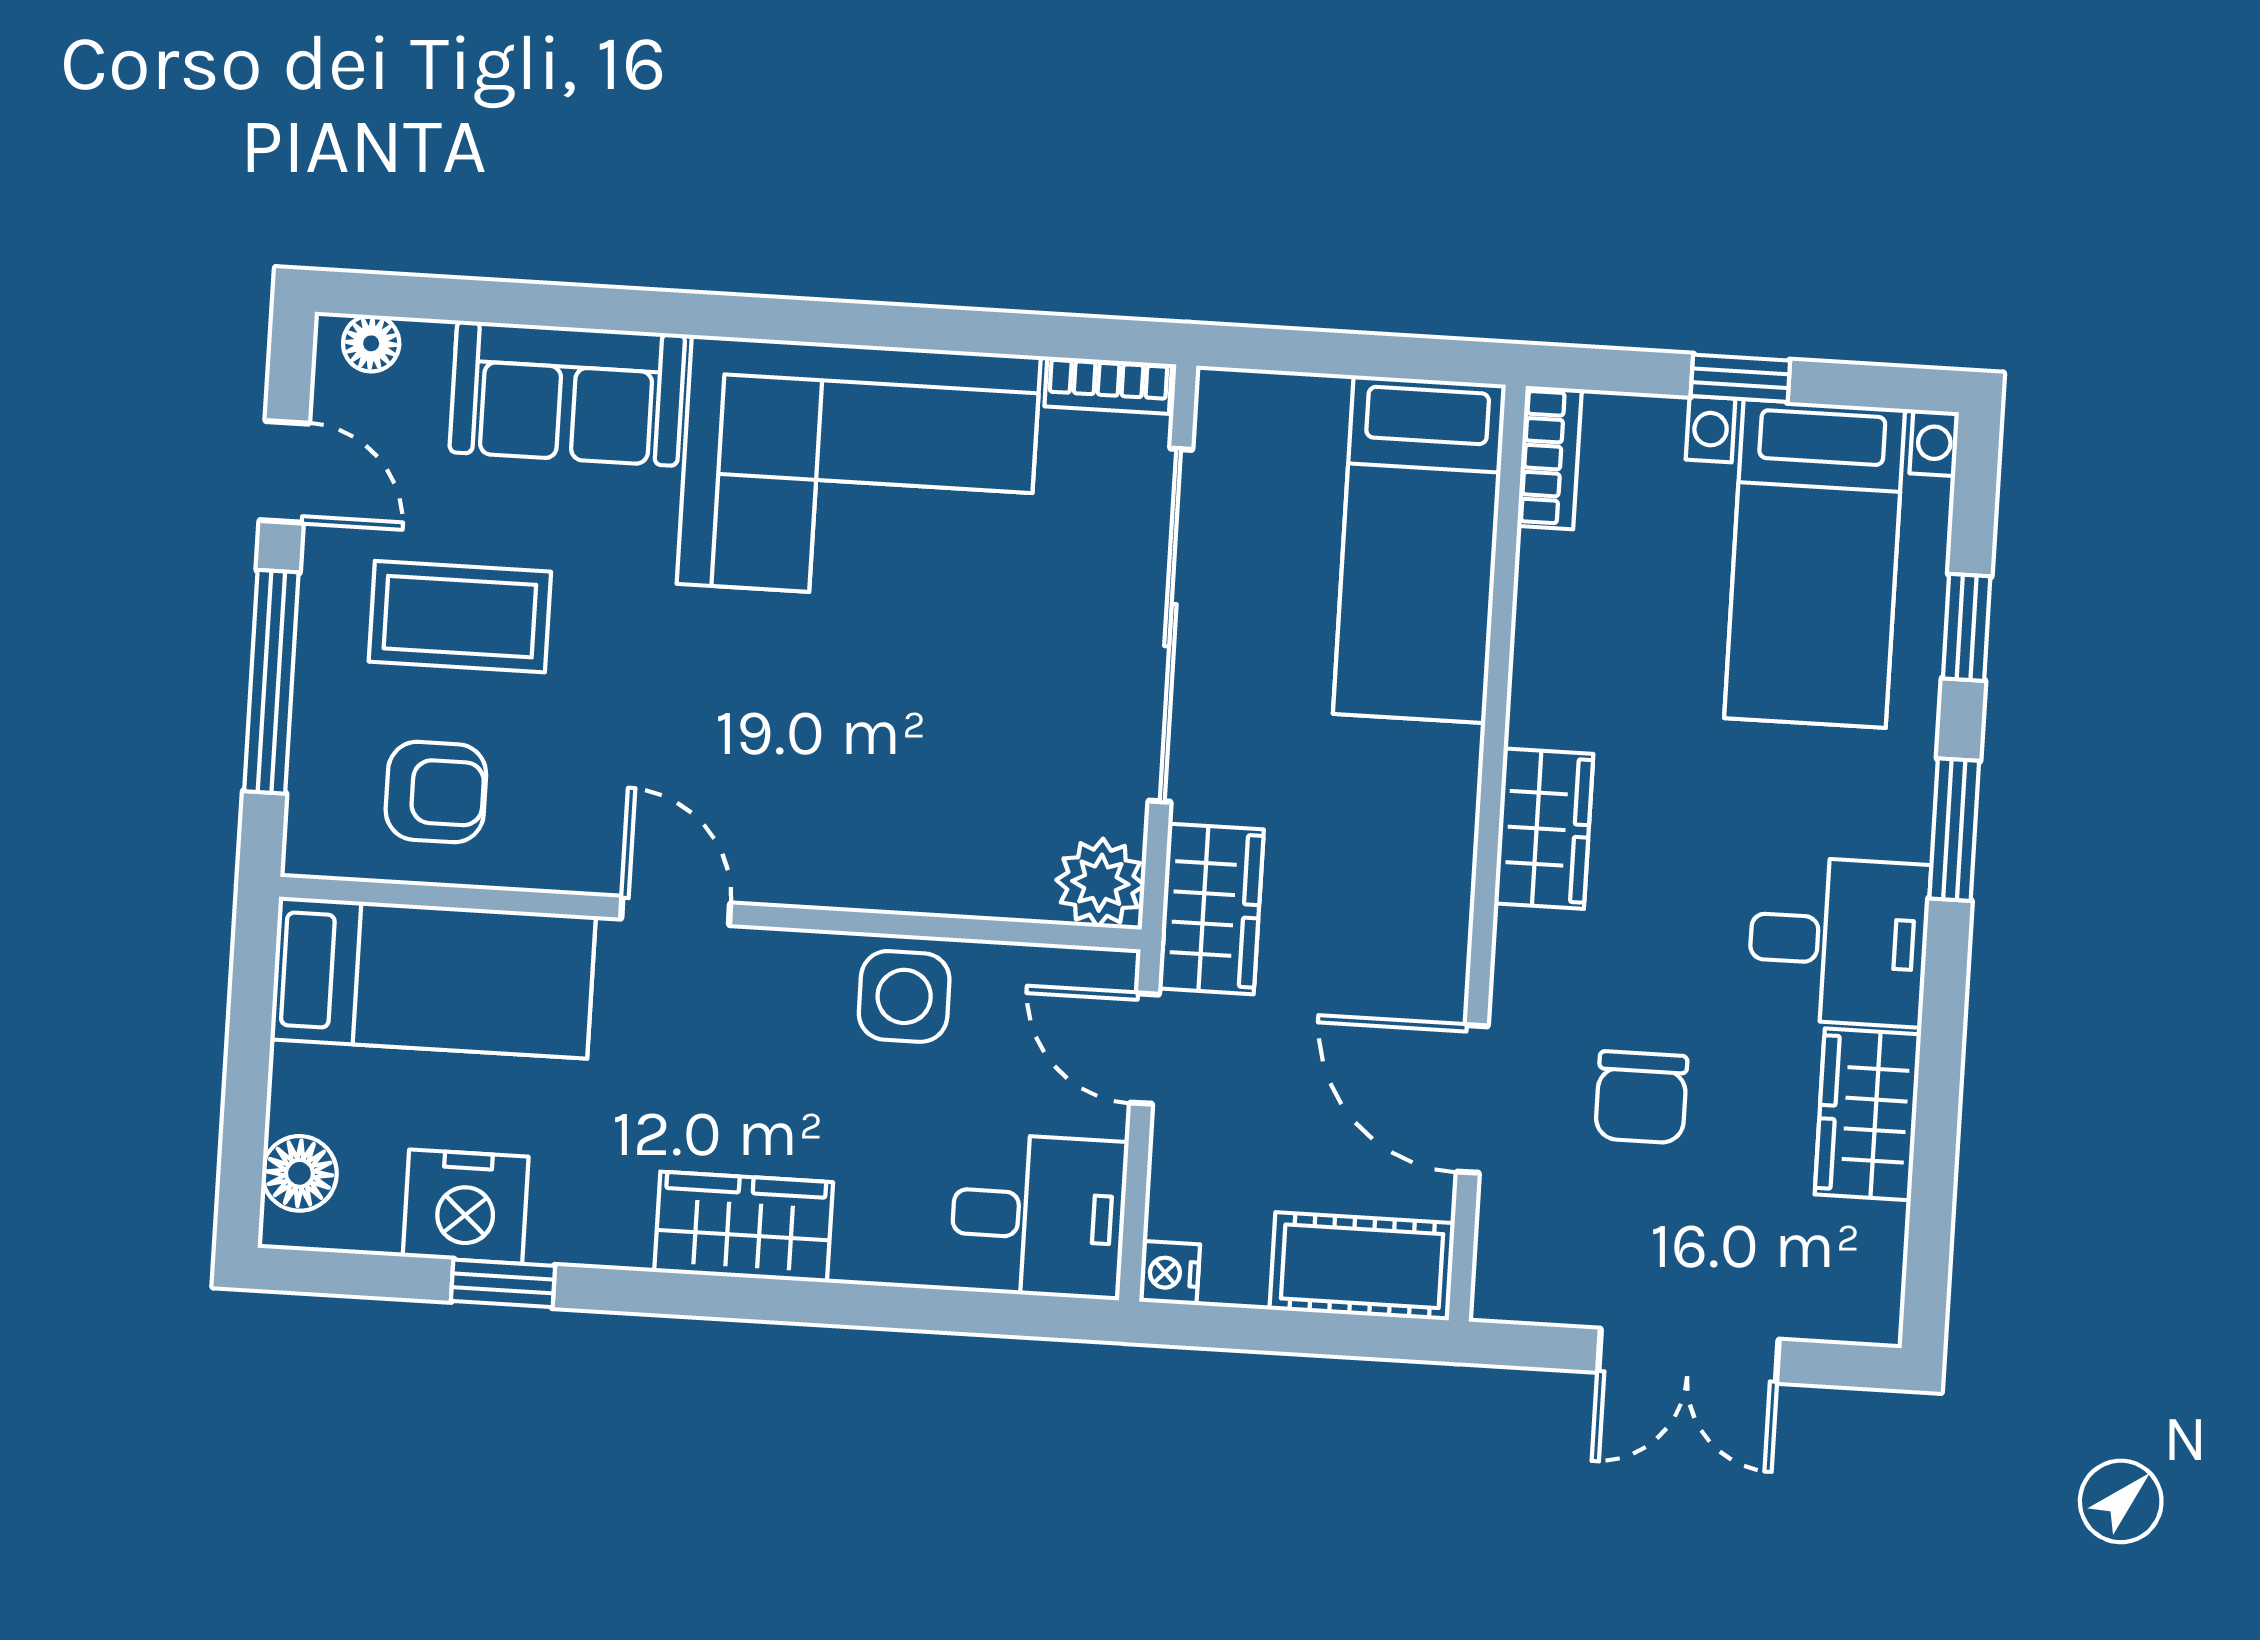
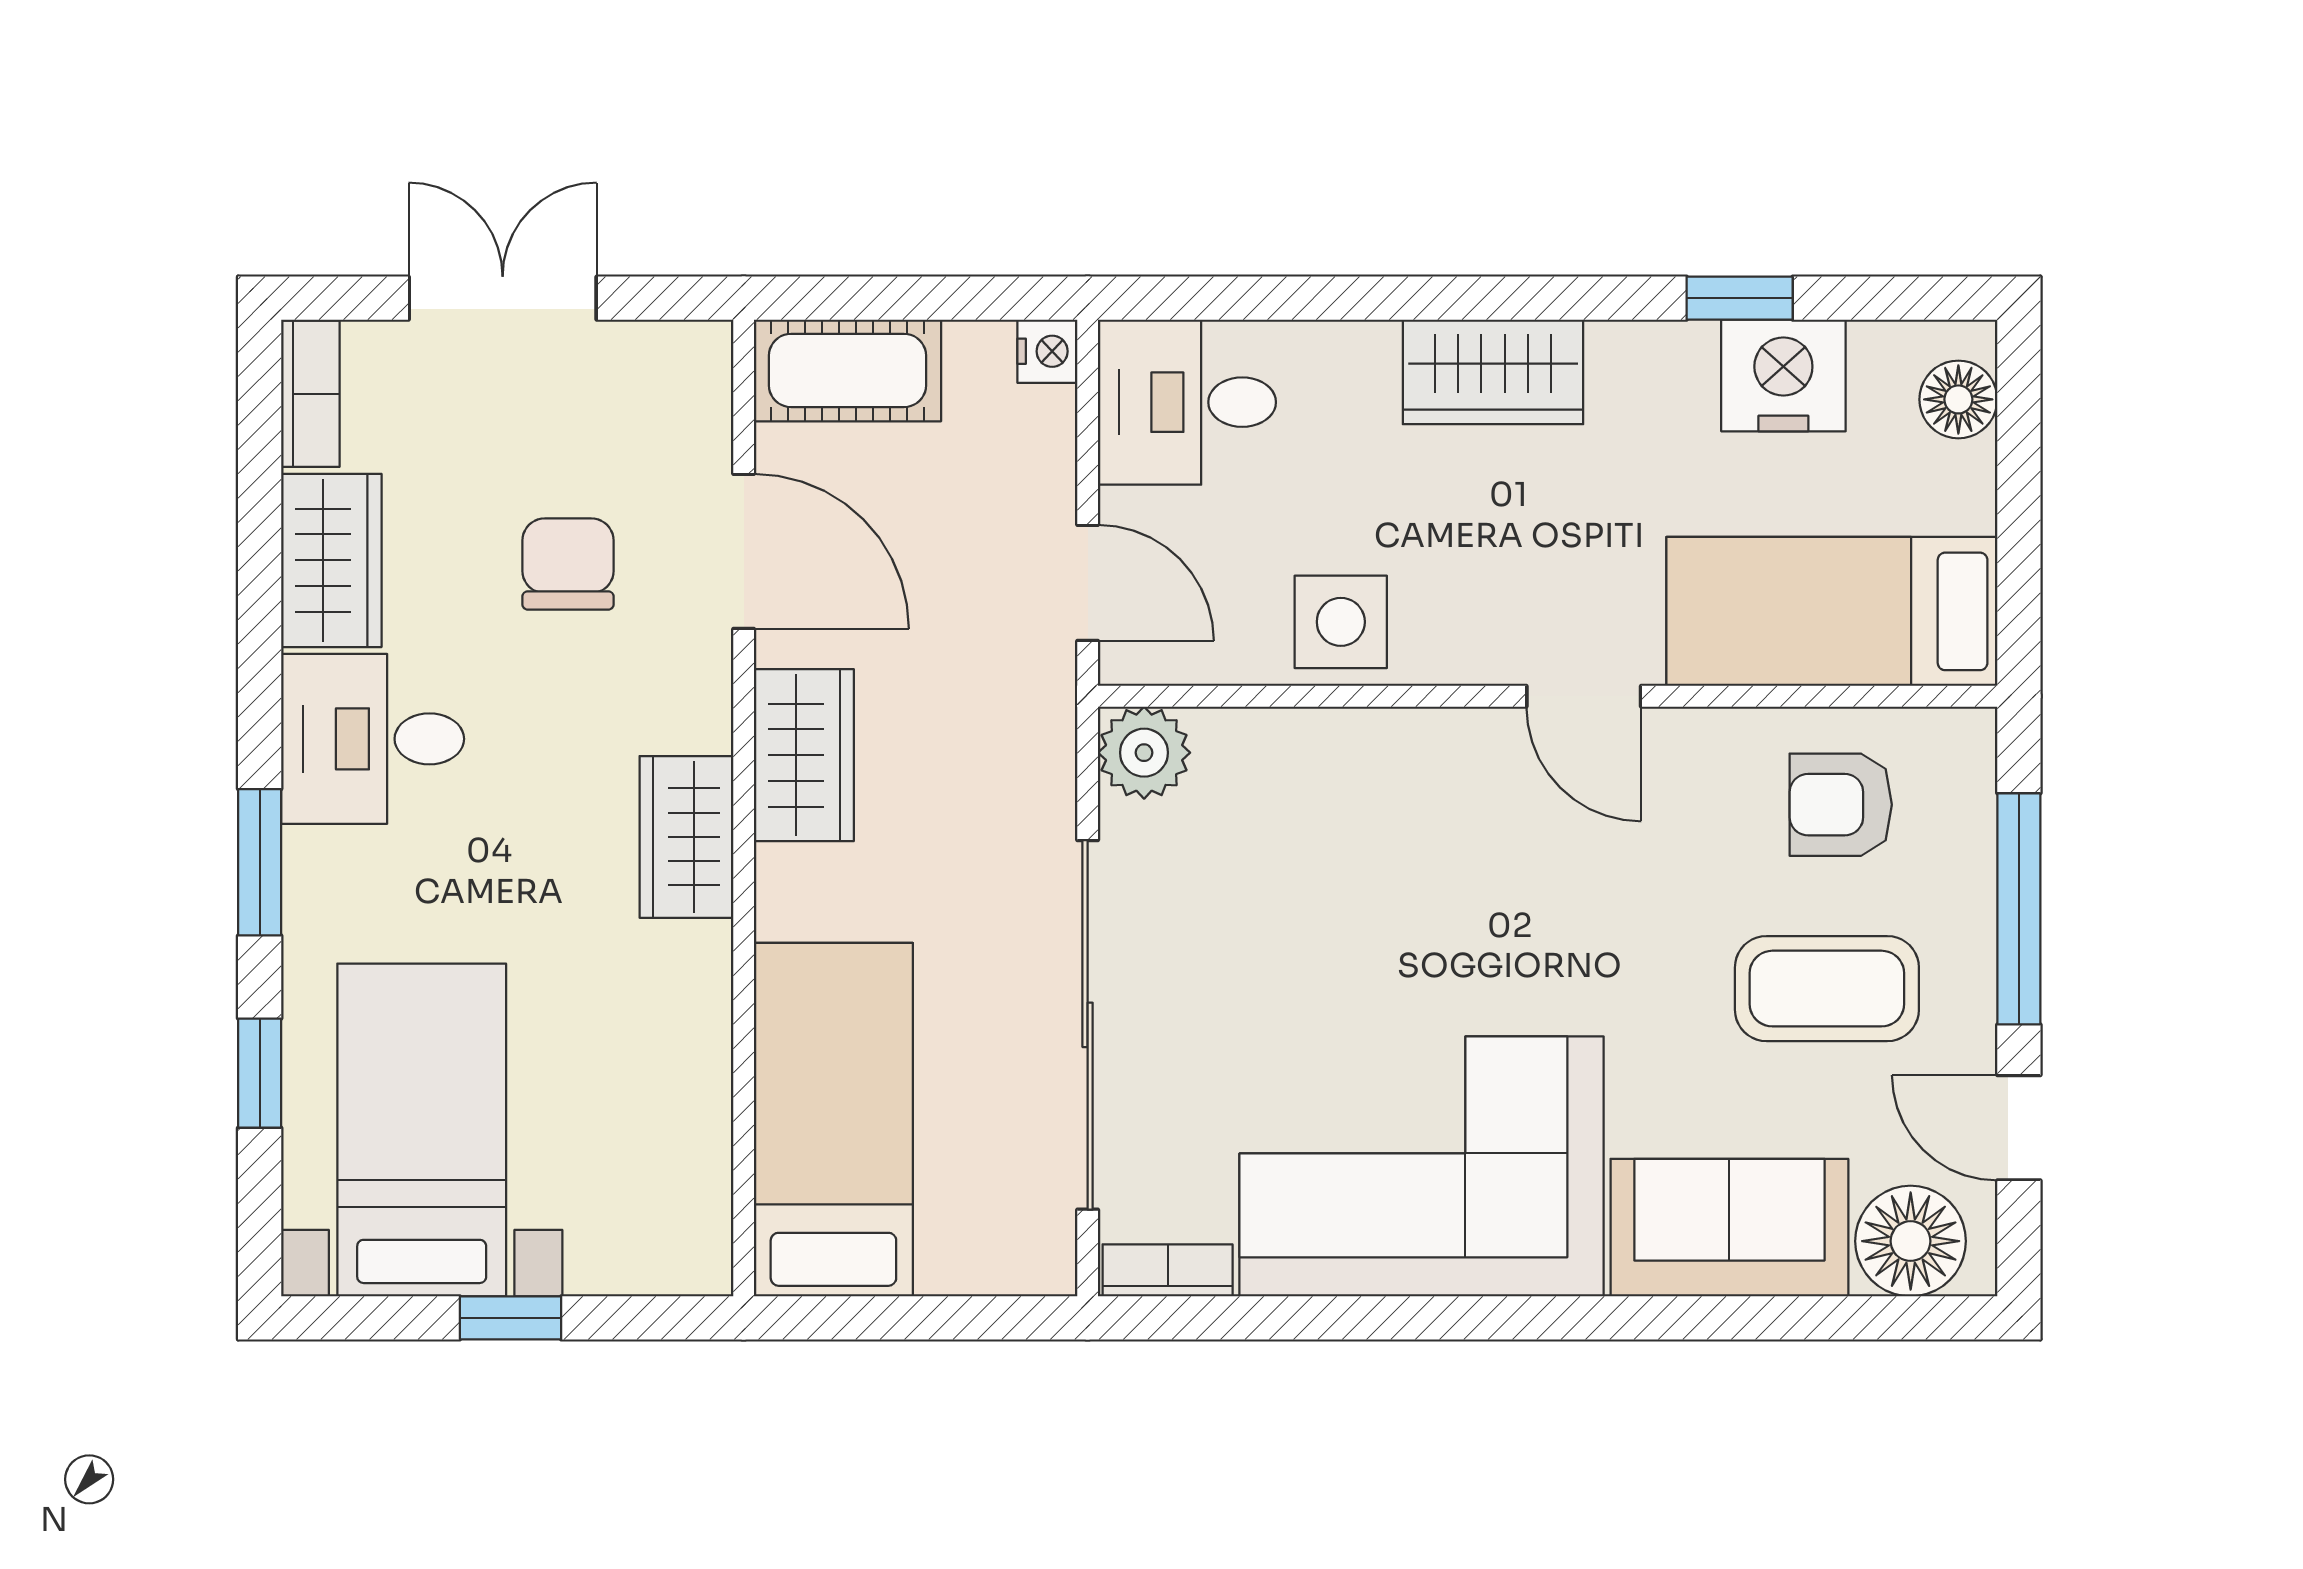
floor lamp: (371, 343) -> (1911, 1241), width x1.89, depth x1.89
bookcase: (1549, 458) -> (310, 394), moved, turned 180
wardrobe: (1211, 909) -> (804, 755), moved, turned 180

